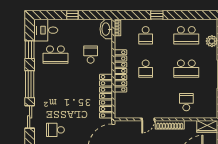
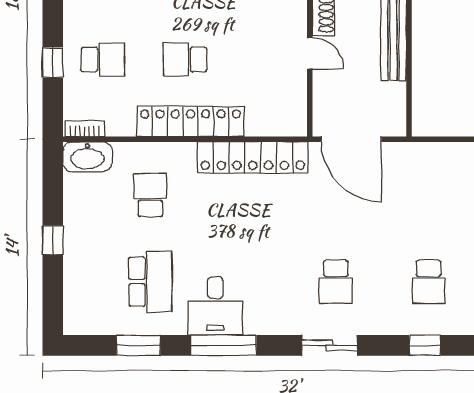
window: (157, 15) -> (53, 63), moved
desk: (46, 30) -> (215, 306), moved
school desk: (91, 55) -> (150, 195), turned 90
school desk: (146, 69) -> (185, 60), turned 180
sliding door: (30, 117) -> (330, 345), moved

